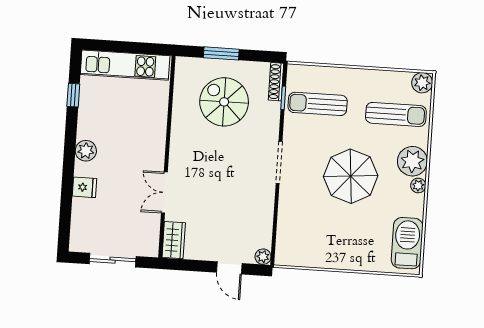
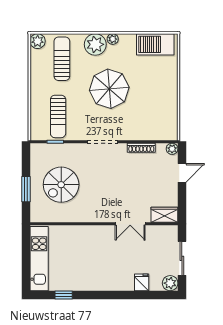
shoe rack: (276, 82) -> (141, 148), moved
plant: (86, 151) -> (170, 283), moved
fridge: (84, 187) -> (142, 282), moved

